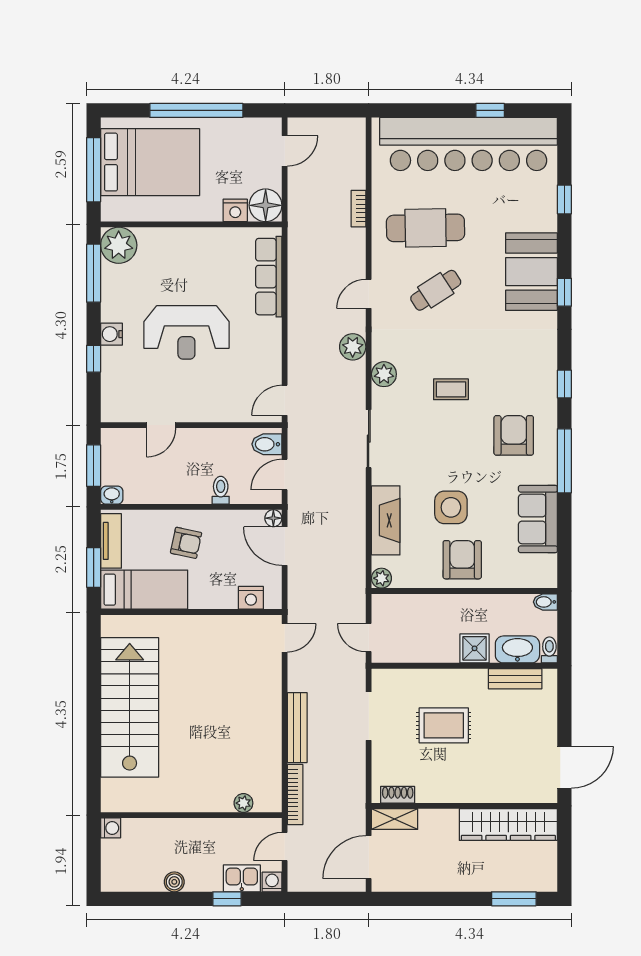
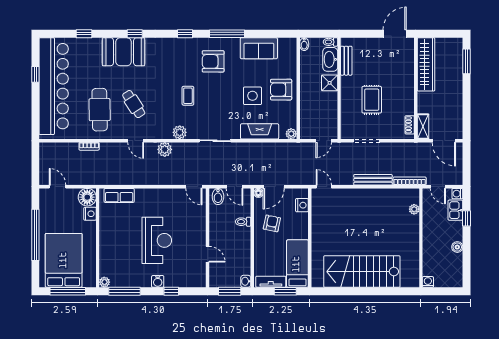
plant: (119, 245) -> (104, 282), width x0.53, depth x0.53
row of seats: (269, 277) -> (119, 195), width x0.68
armchair: (186, 543) -> (272, 223), moved
door: (564, 767) -> (395, 34), hinge flipped

